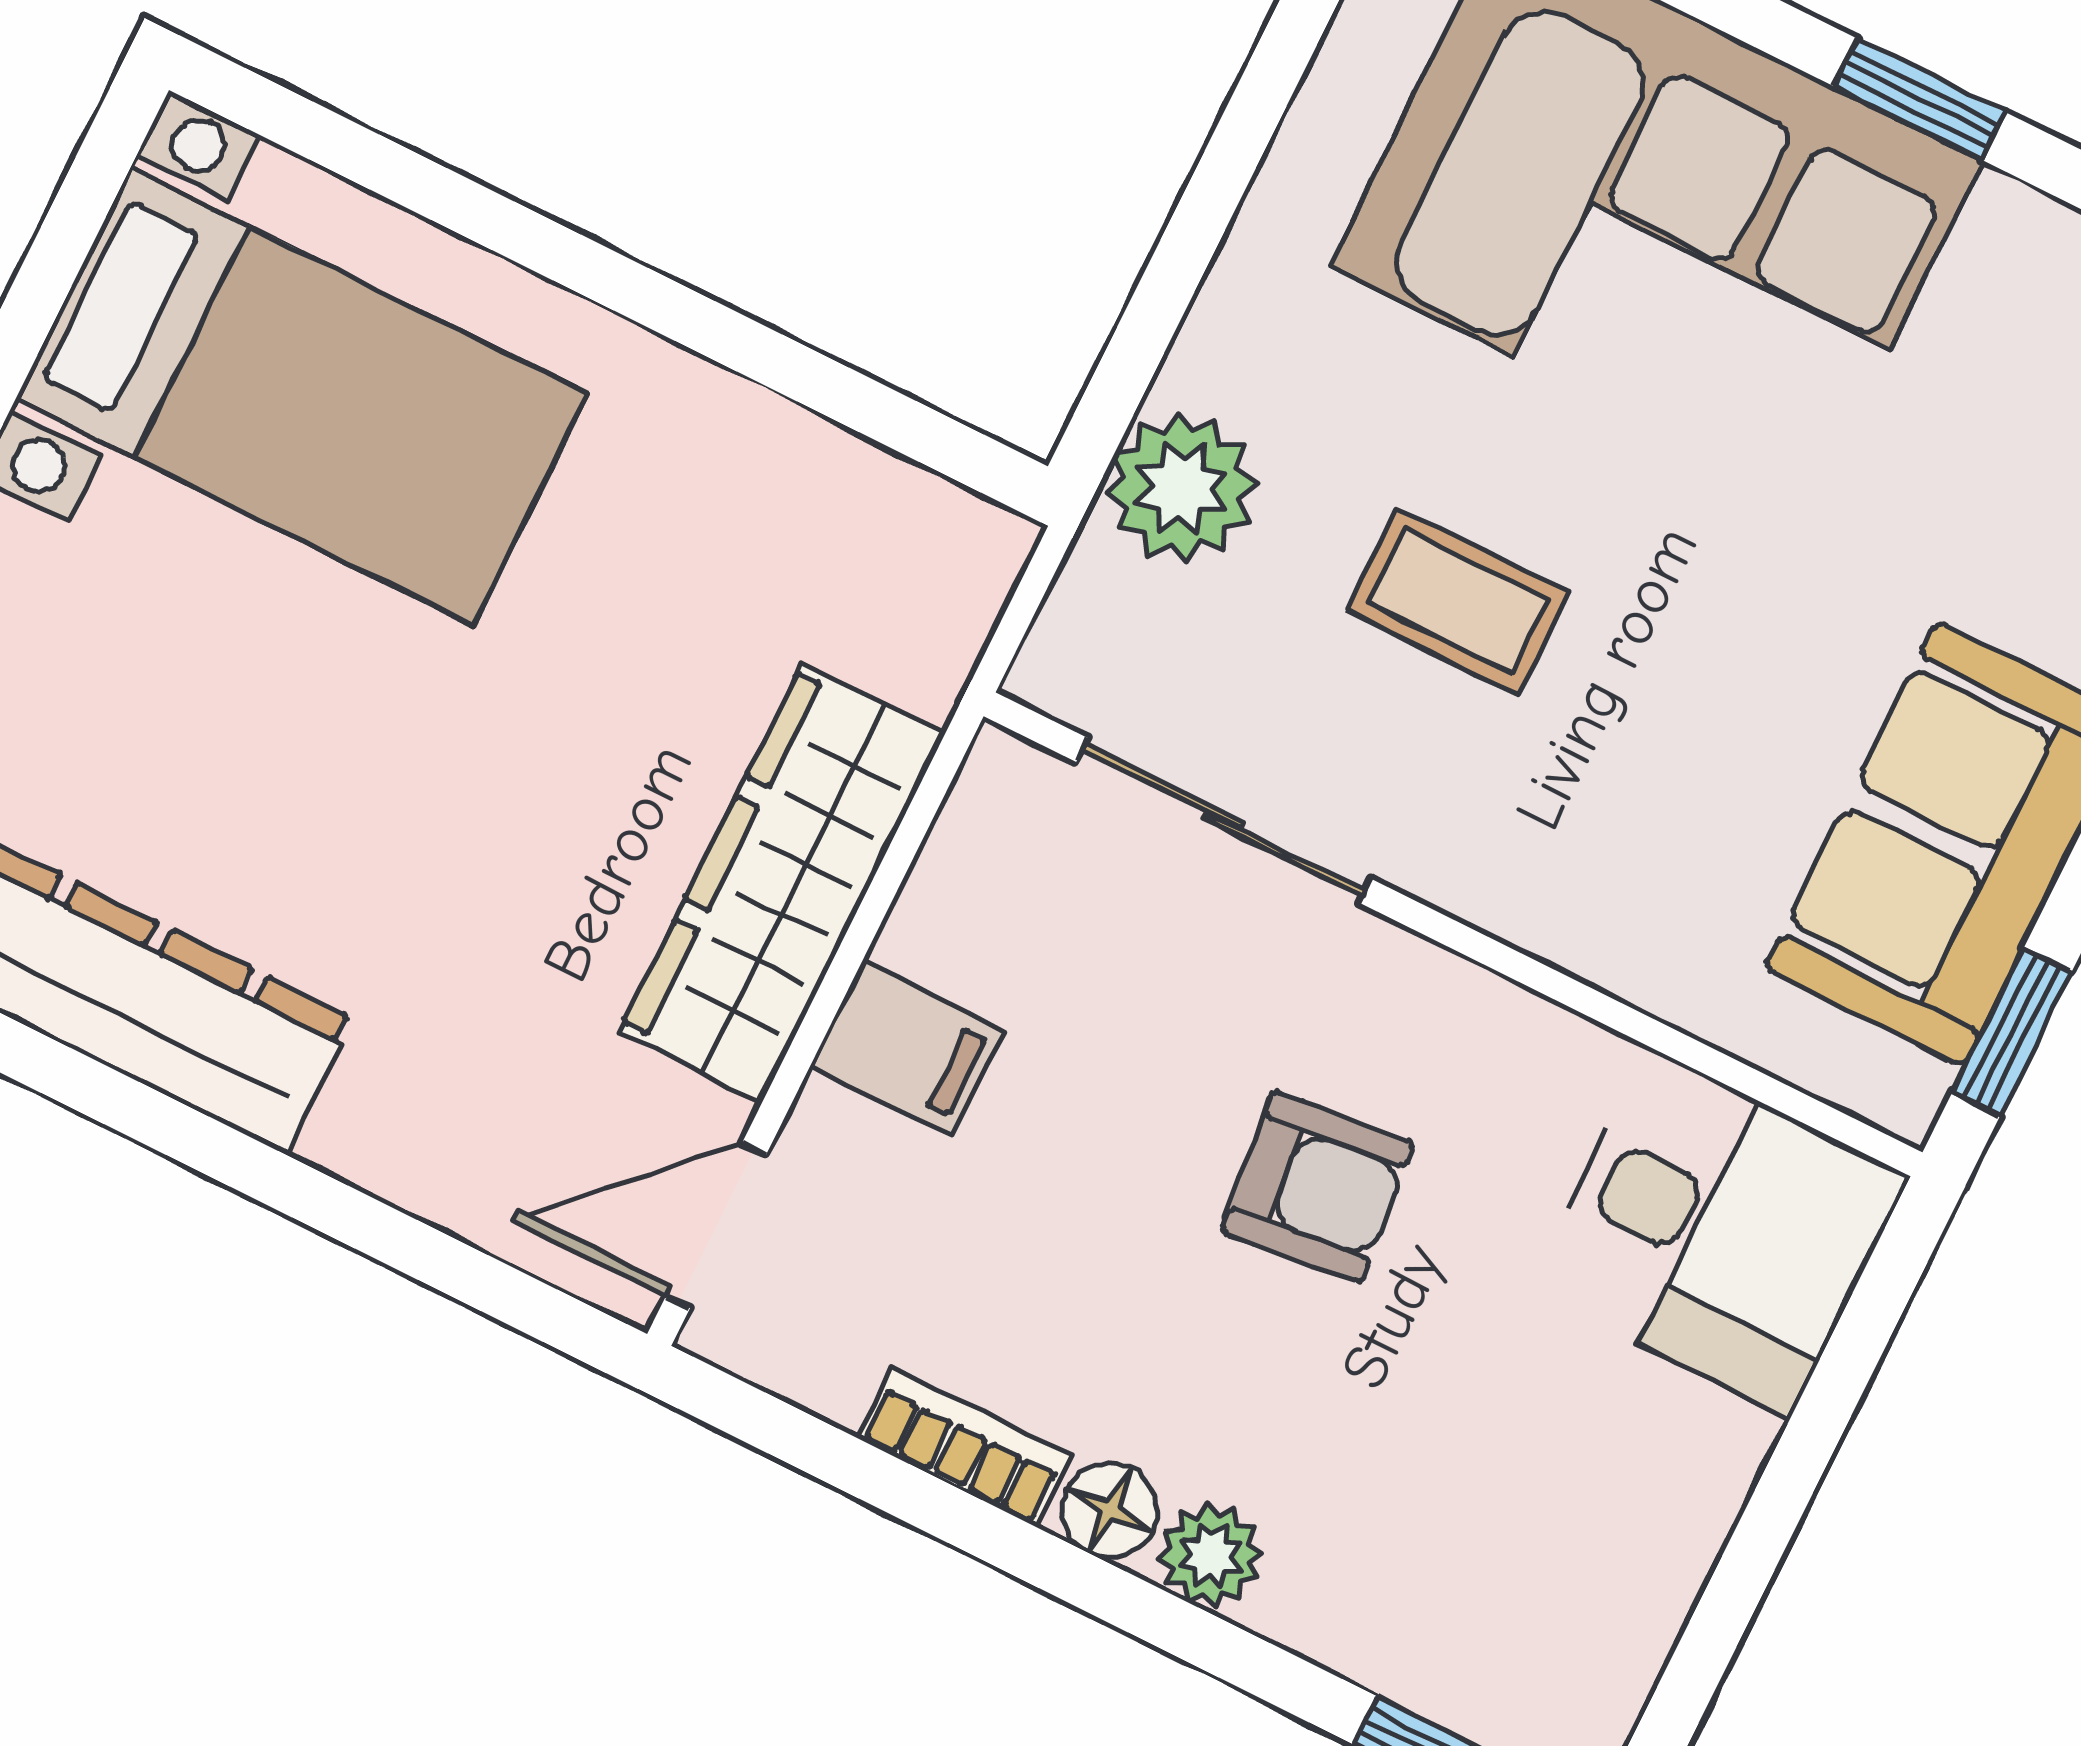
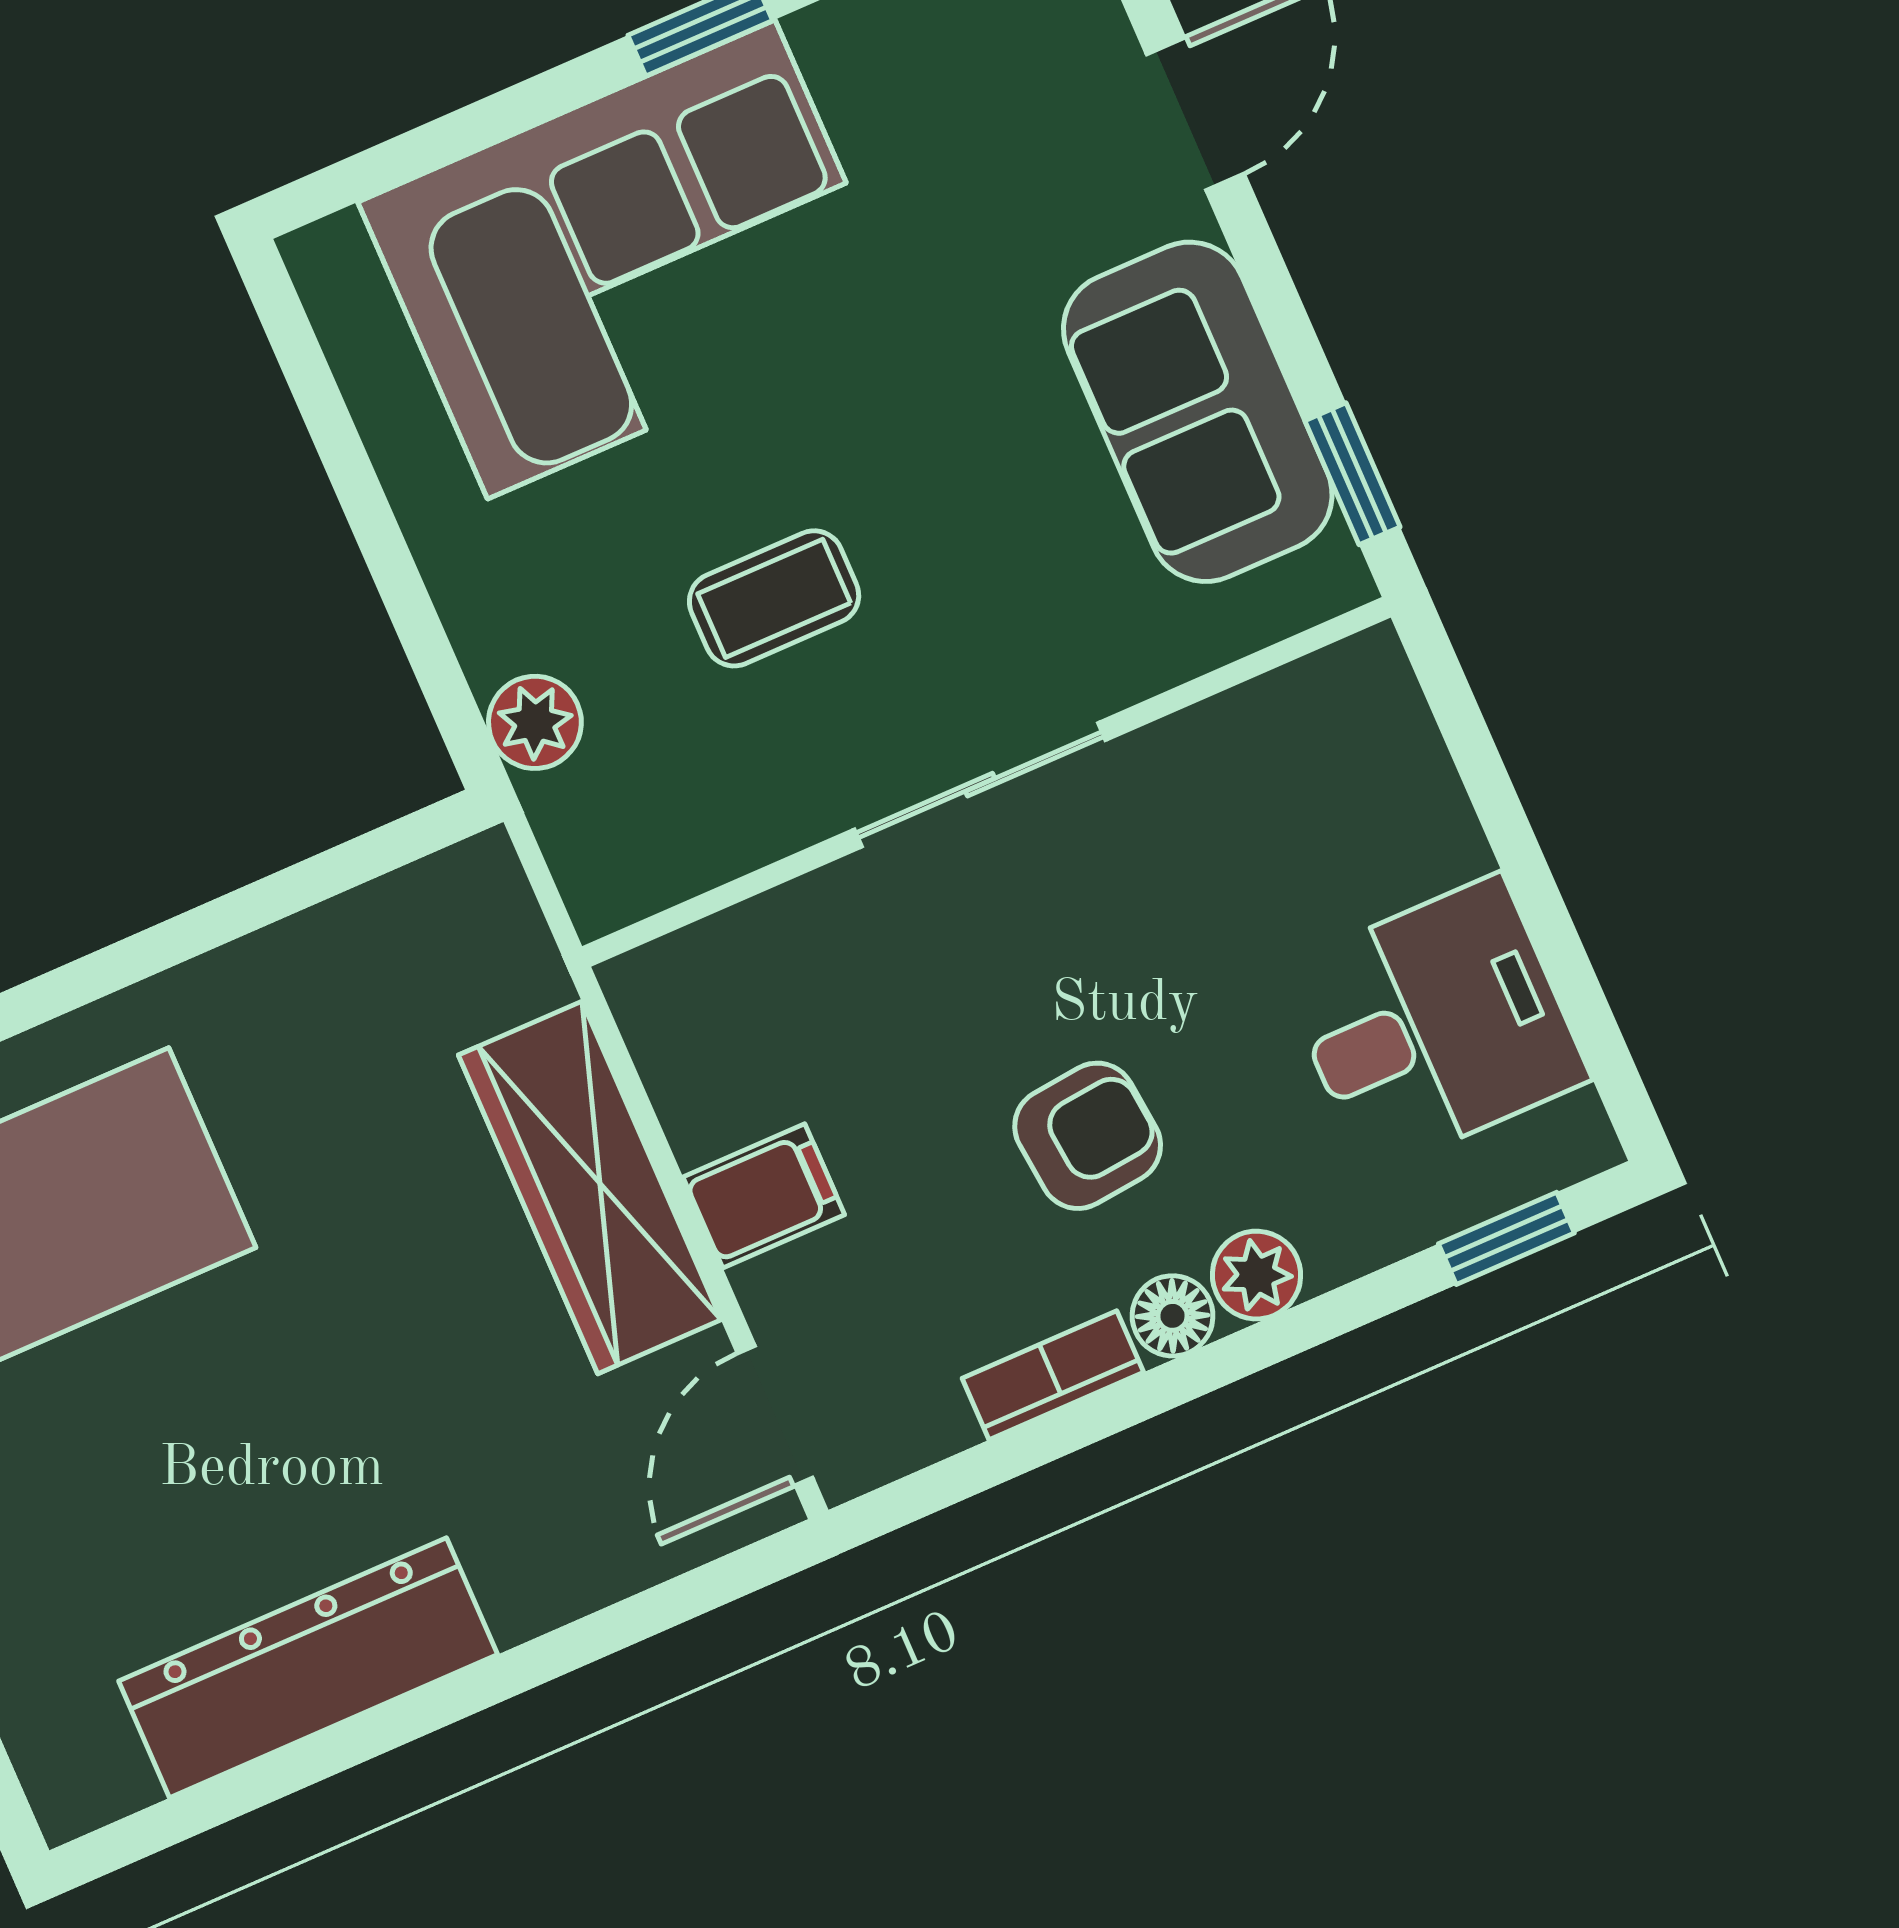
plant: (1181, 488) -> (535, 722), width x0.73, depth x0.73
sliding door: (1224, 820) -> (980, 785), moved
armchair: (1317, 1187) -> (1088, 1136), moved
desk: (1719, 1233) -> (1434, 1025), moved

